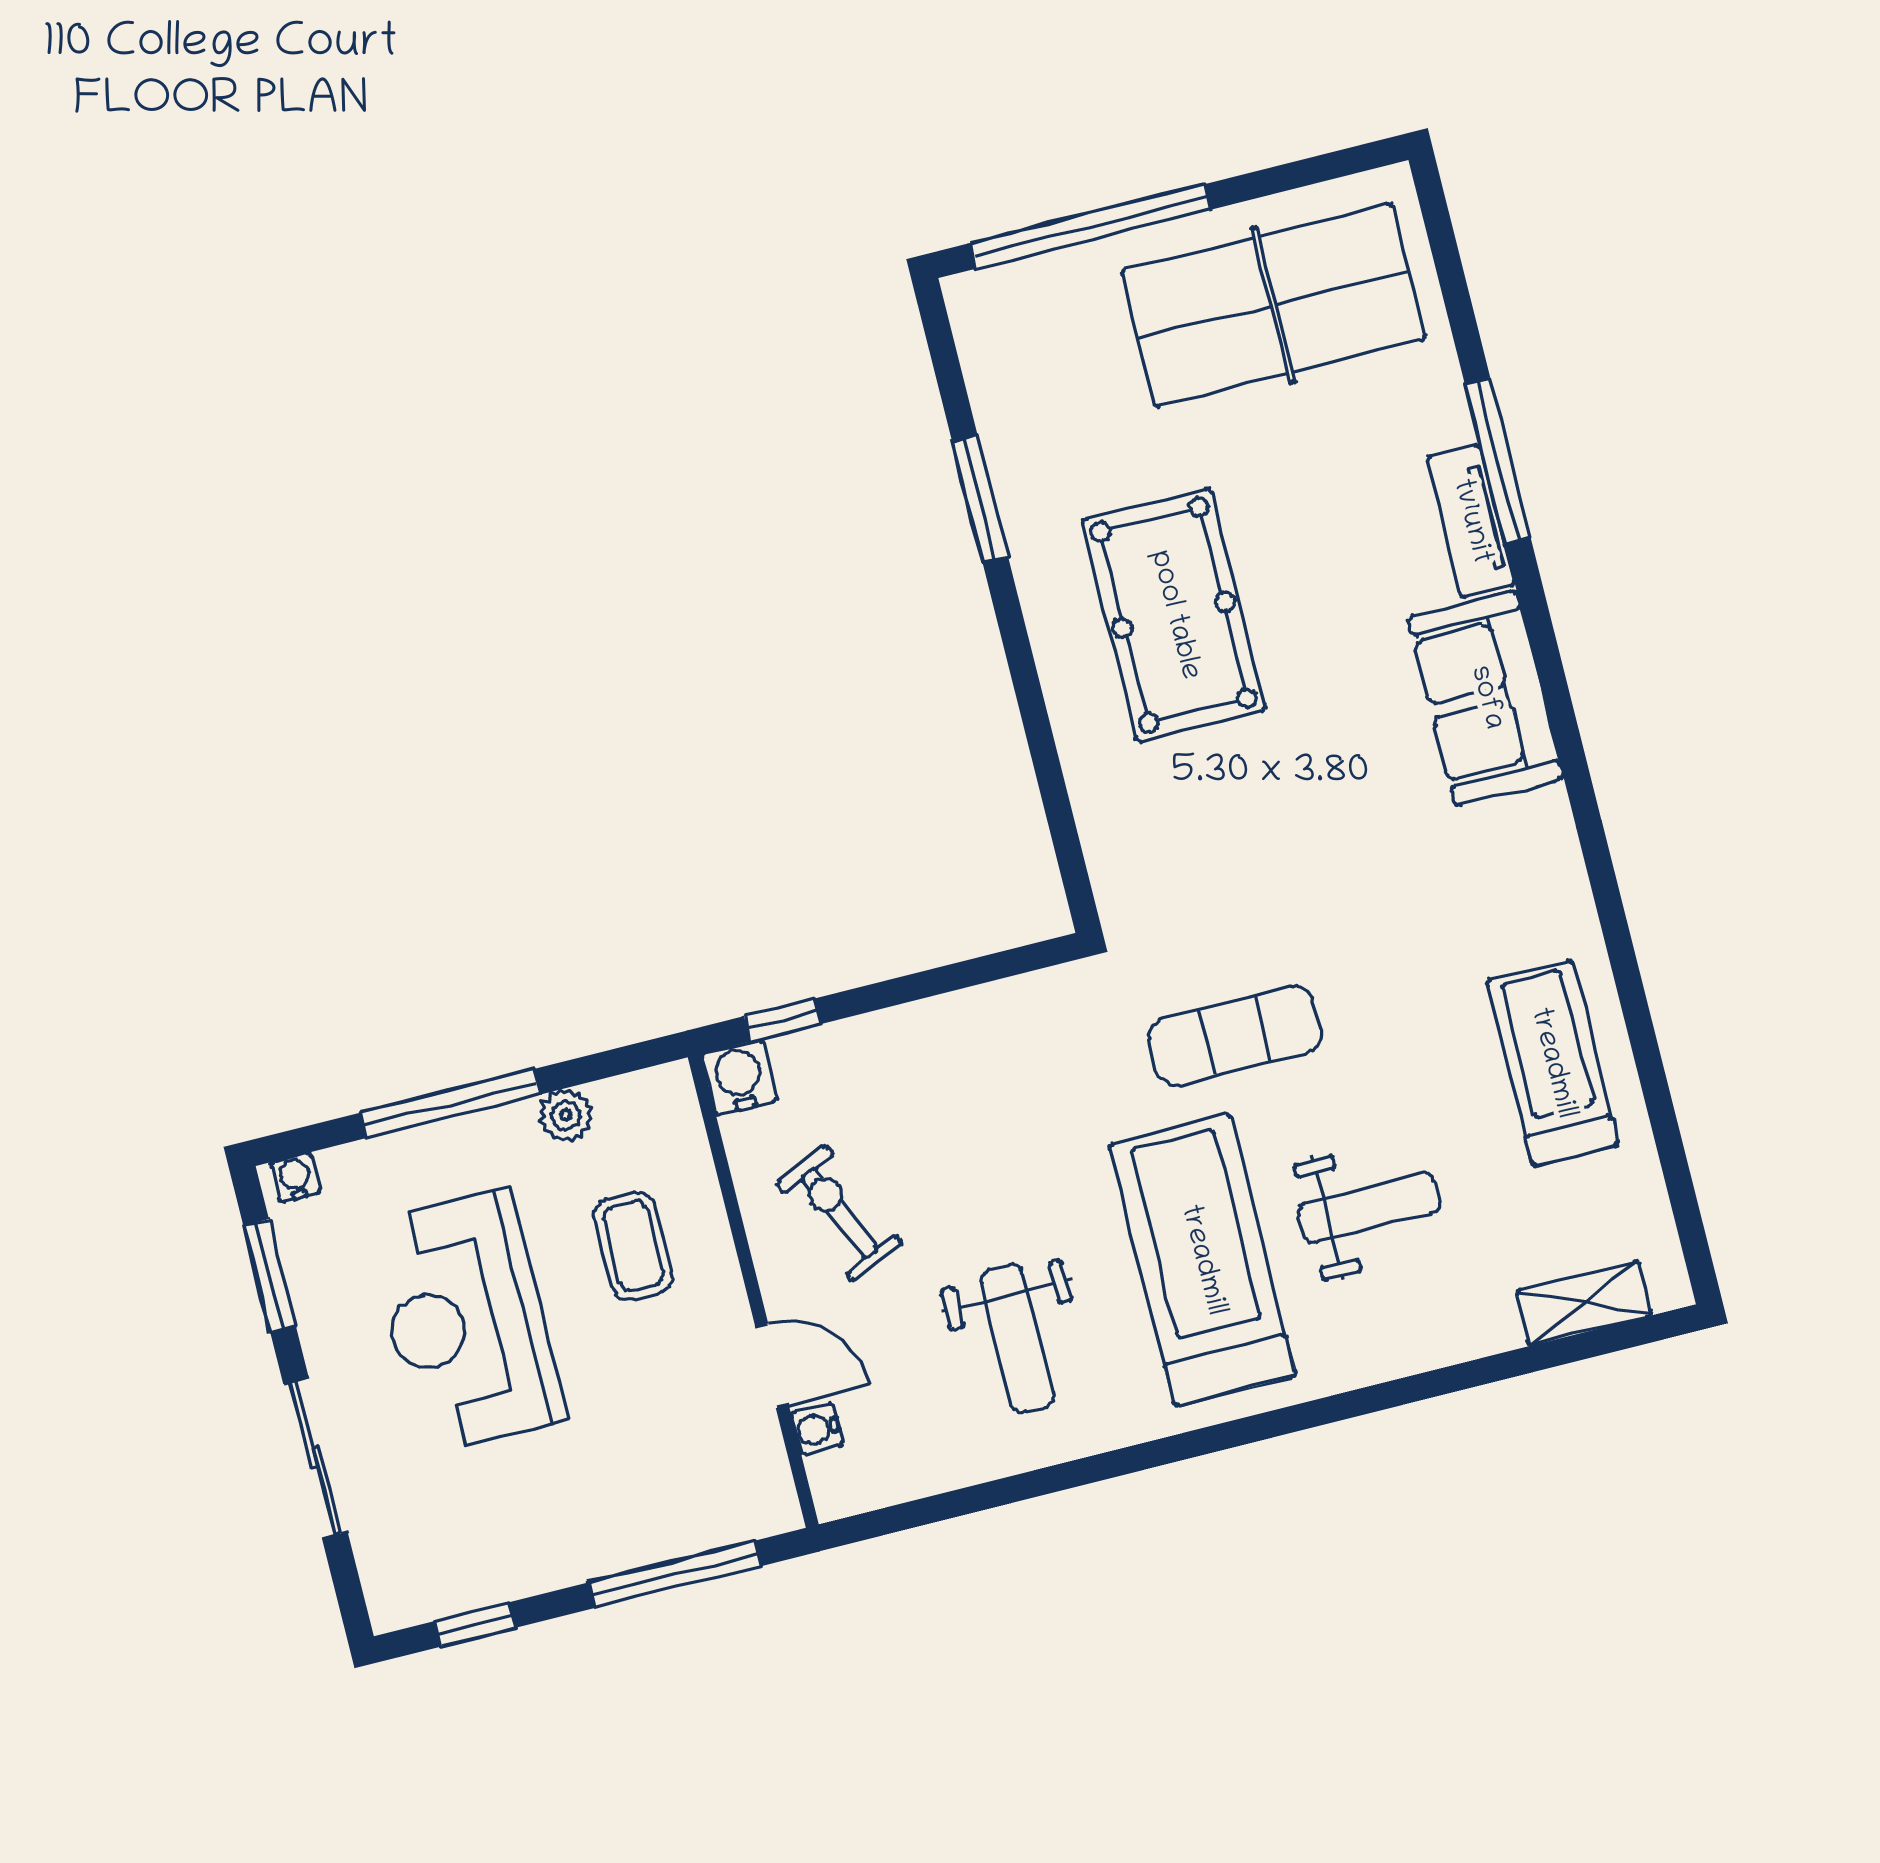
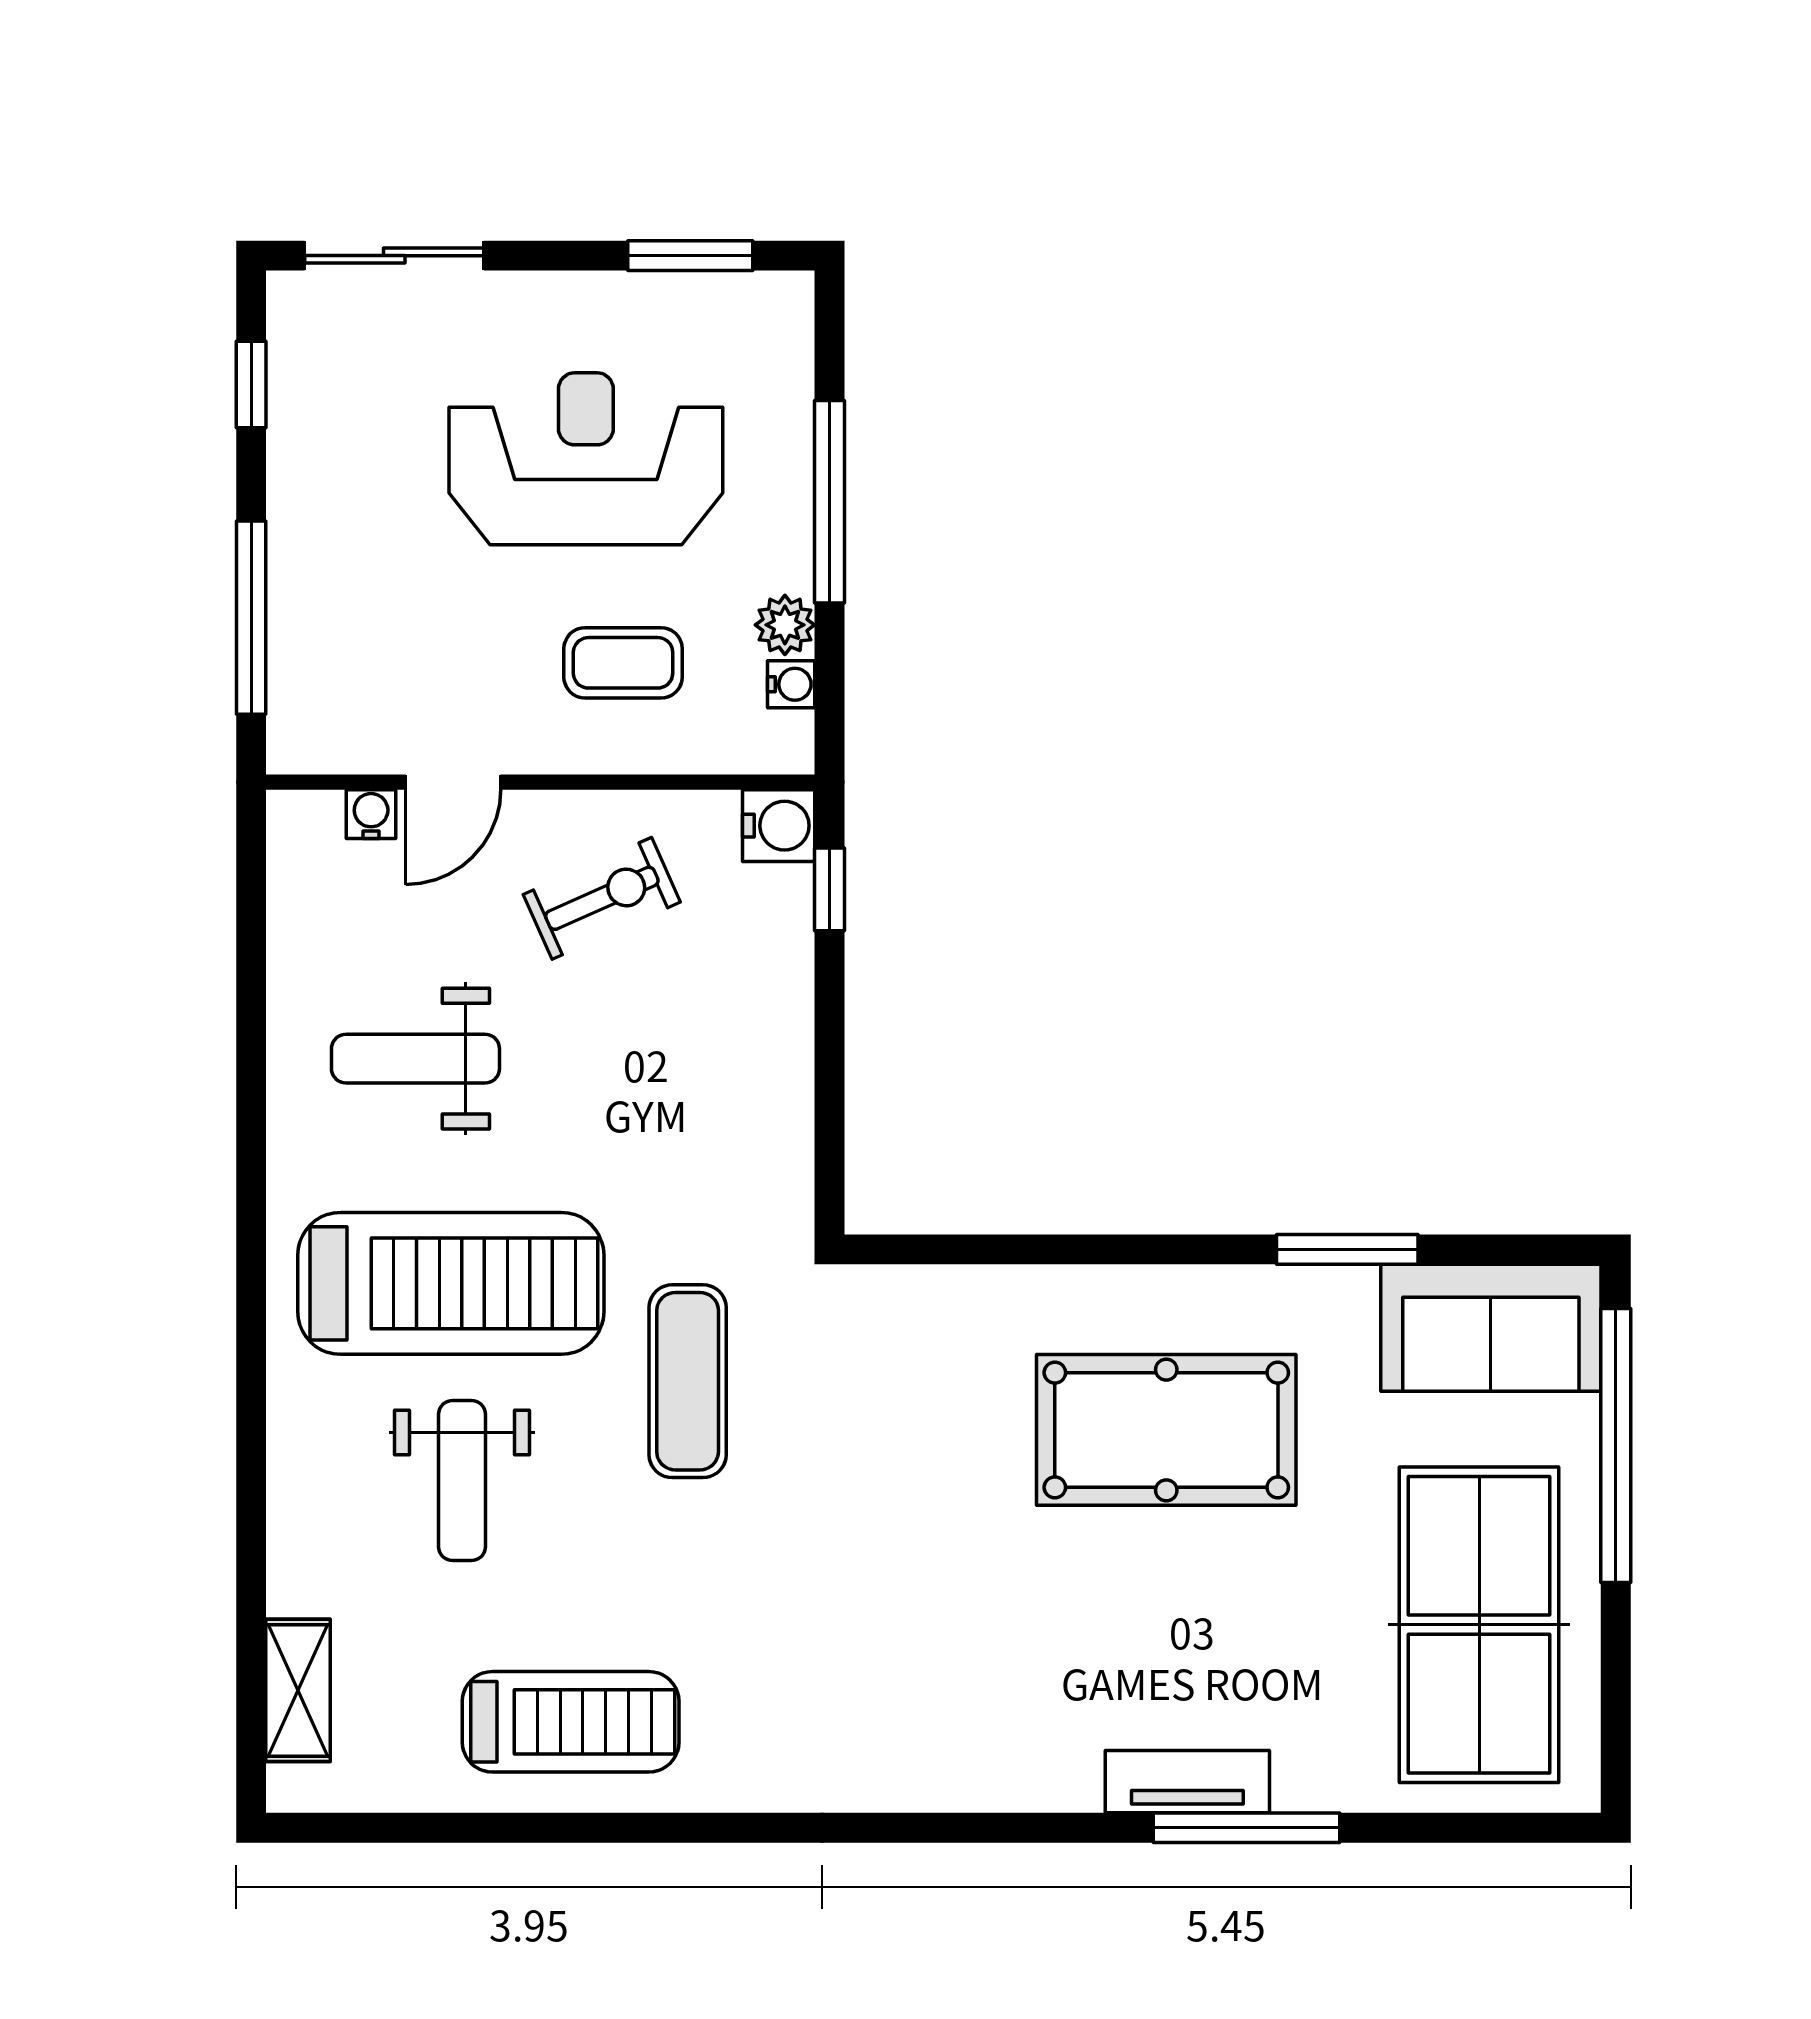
sofa: (1486, 698) -> (1491, 1328), moved, turned 180
water cooler: (295, 1177) -> (791, 684), moved
sliding door: (315, 1458) -> (394, 256), moved

